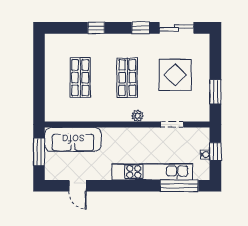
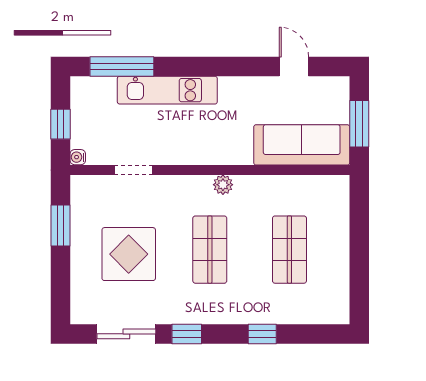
plant: (138, 116) -> (223, 185), moved
water cooler: (205, 155) -> (78, 157), moved
kitchen unit: (152, 172) -> (167, 90), width x0.73

